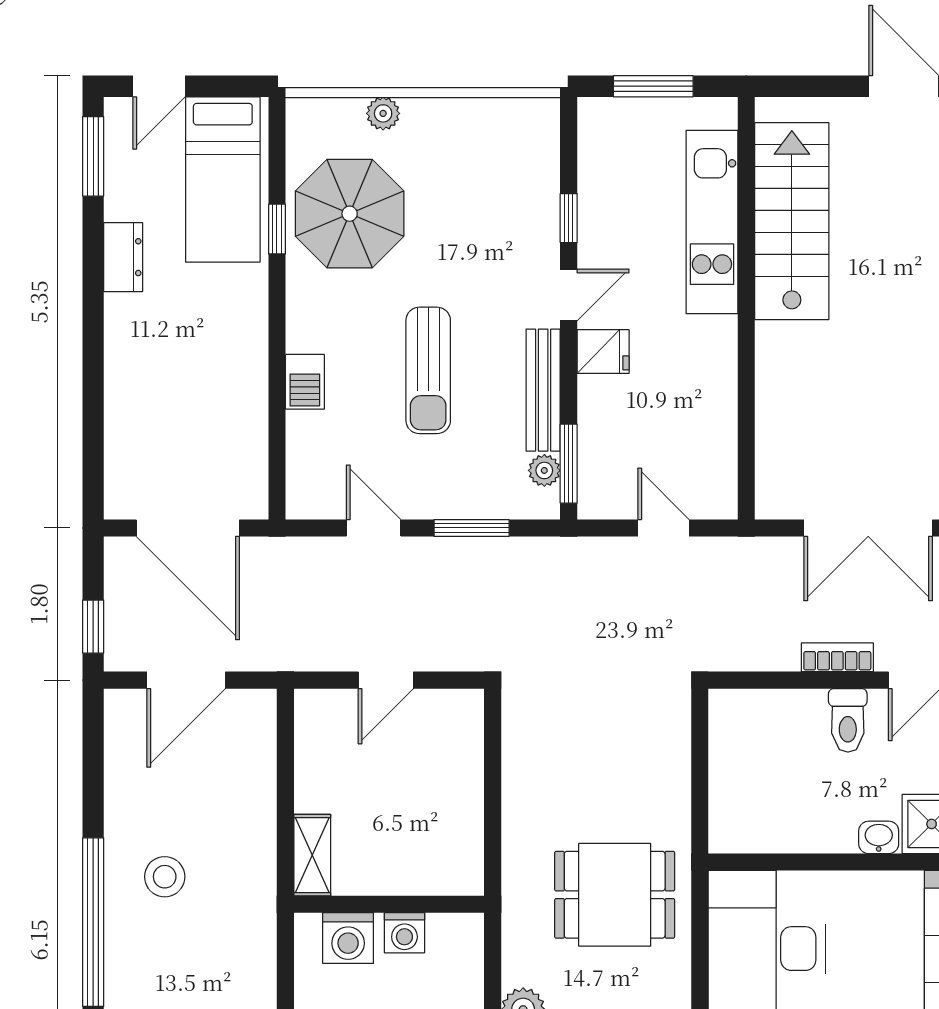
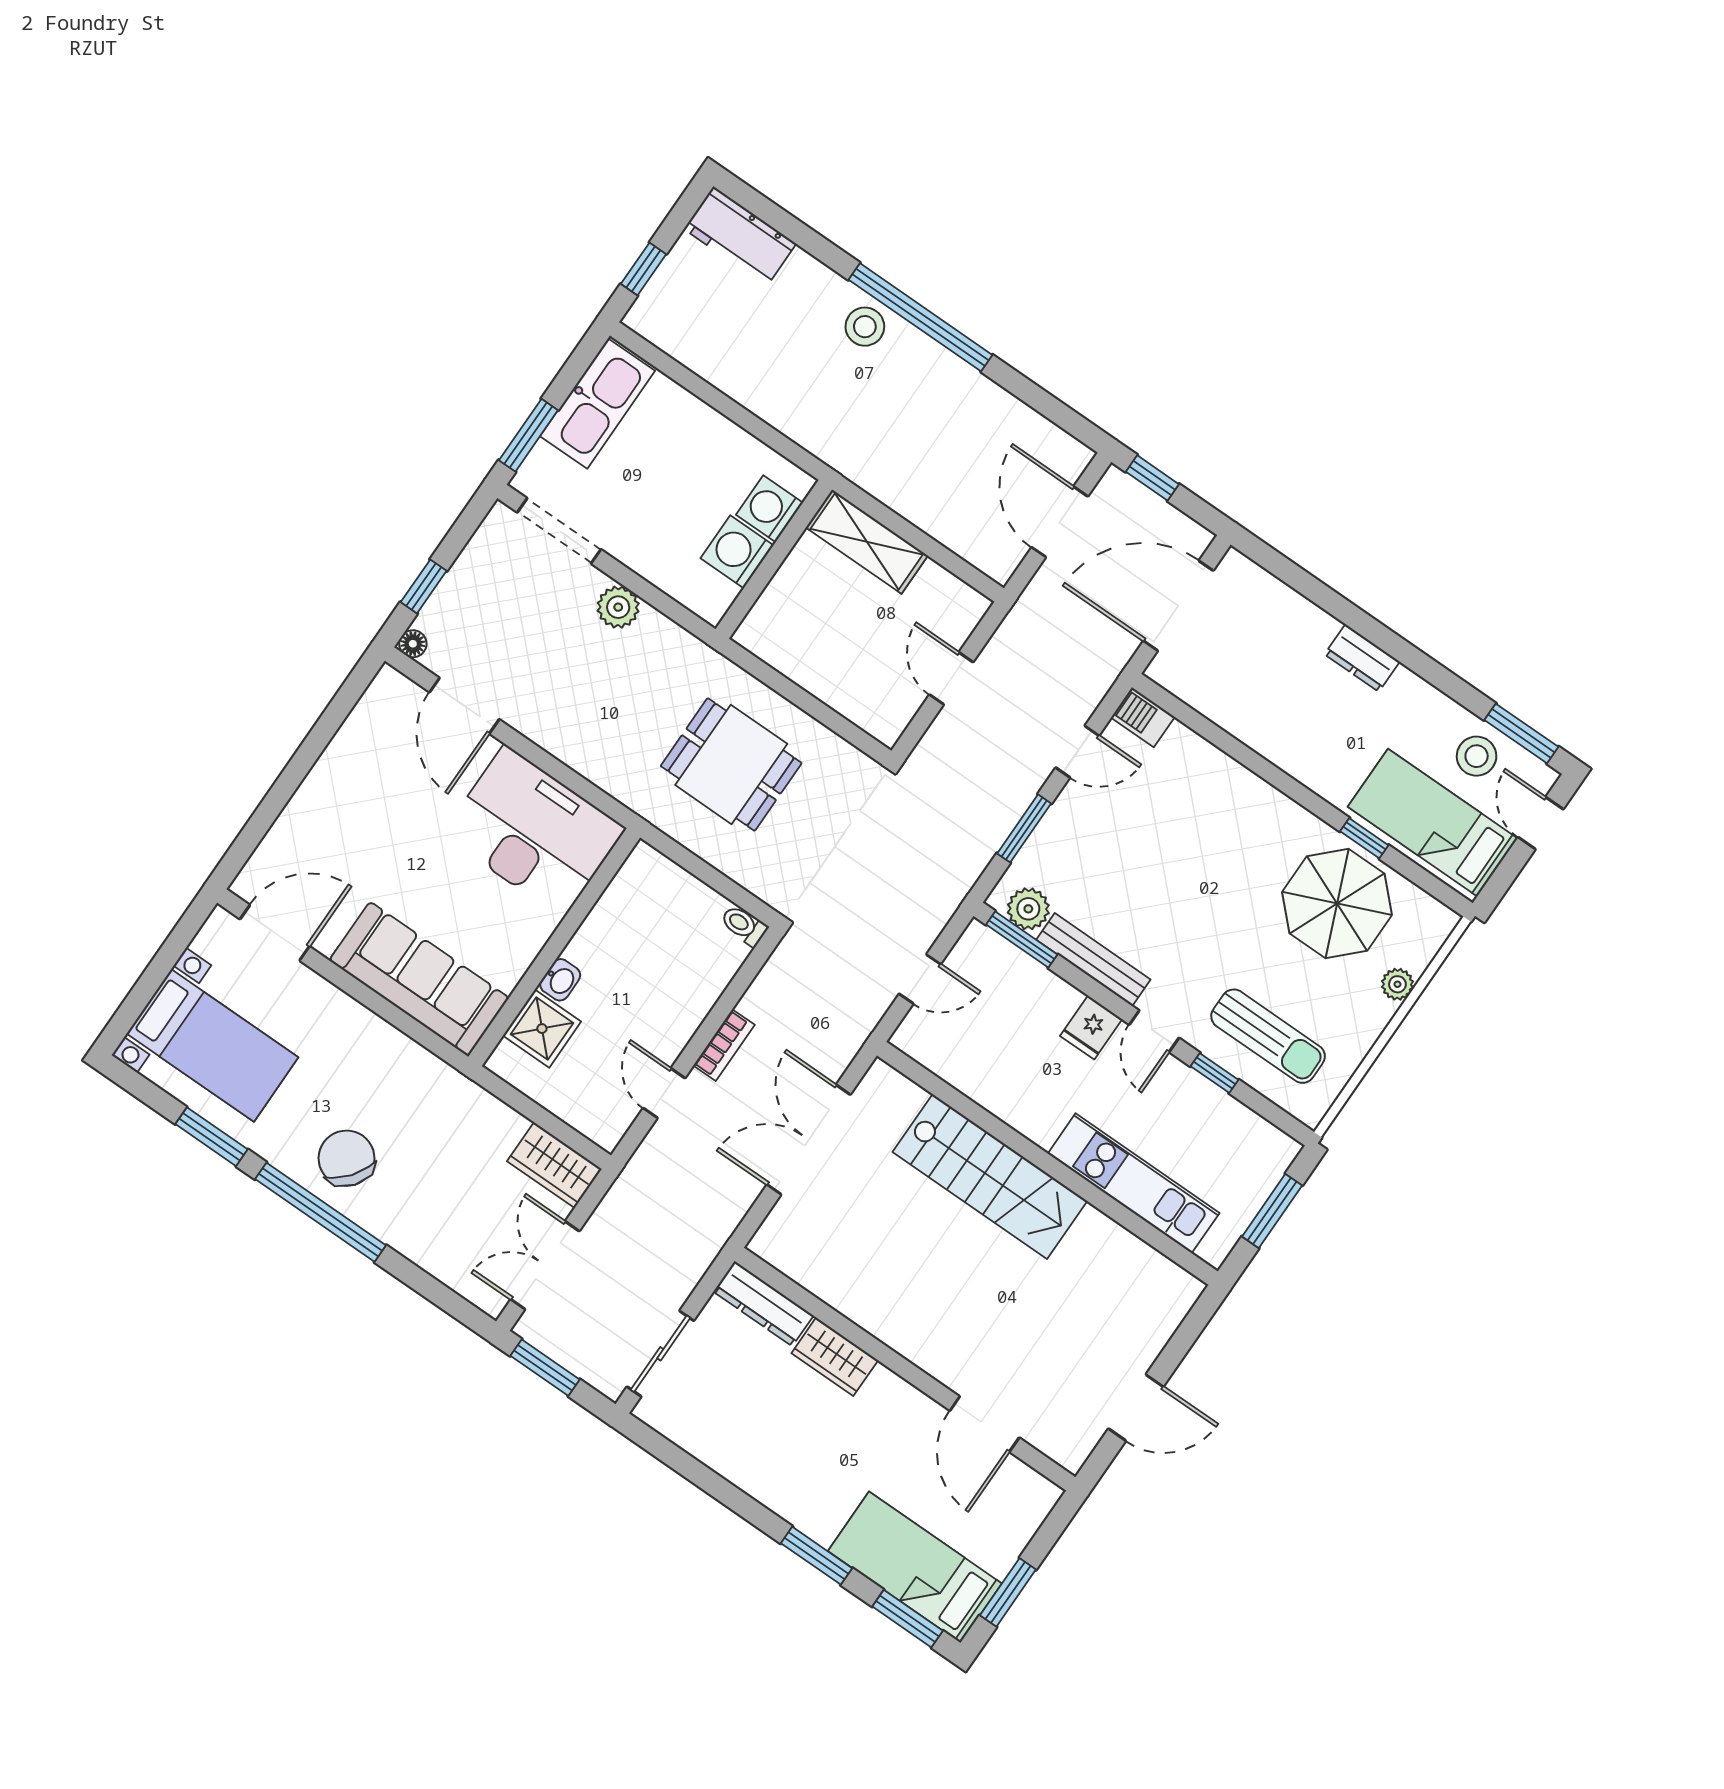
stool: (139, 181) -> (1477, 756), added
stairs: (792, 221) -> (990, 1176), moved
dresser: (123, 257) -> (1362, 658), moved
sun lounger: (428, 370) -> (1268, 1036), moved, turned 180
barbecue: (305, 382) -> (1143, 717), moved
plant: (544, 470) -> (1028, 909), width x1.38, depth x1.38
toilet: (848, 720) -> (744, 925), moved, width x0.73, depth x0.72
shelving: (312, 855) -> (867, 542), width x1.50, depth x1.33
stool: (165, 877) -> (865, 327), moved
dining table: (615, 895) -> (731, 764), moved, turned 90
washing machine: (404, 933) -> (737, 552), width x1.38, depth x1.38

